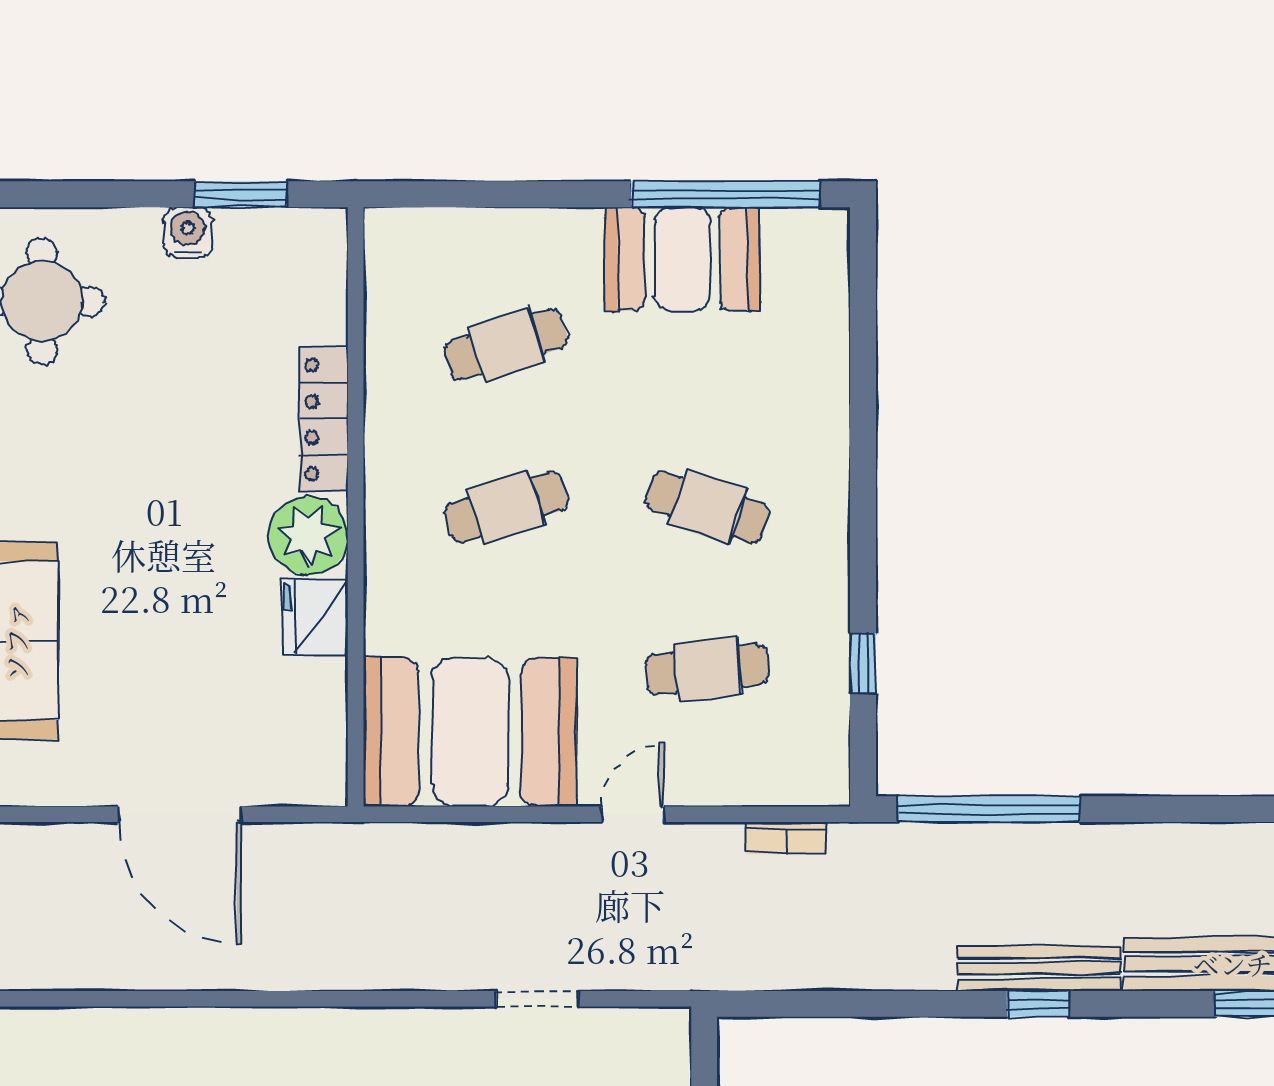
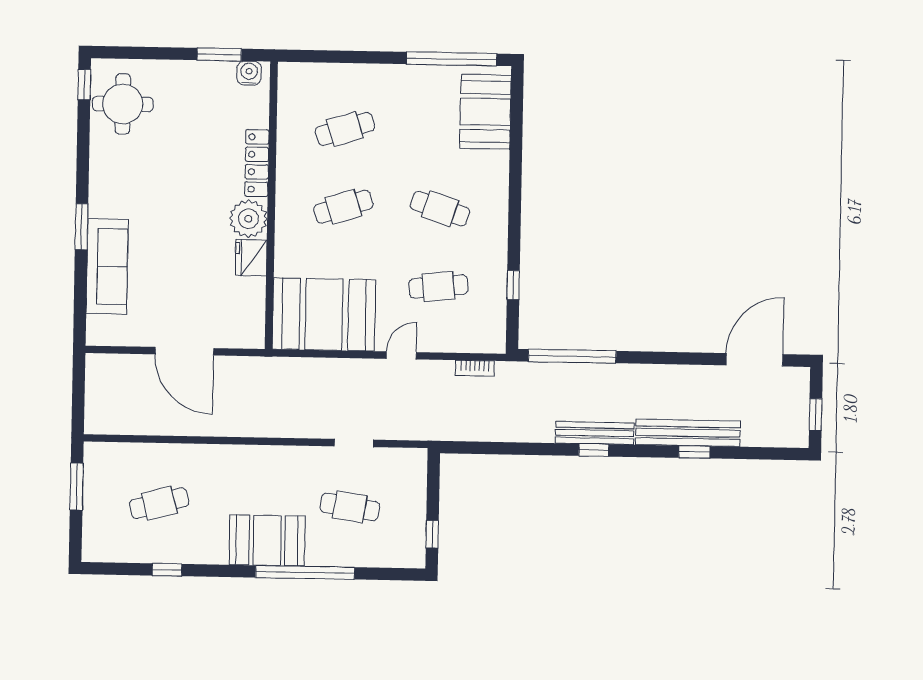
water cooler: (188, 232) -> (249, 73), moved
booth: (682, 259) -> (485, 112), moved, turned 90

